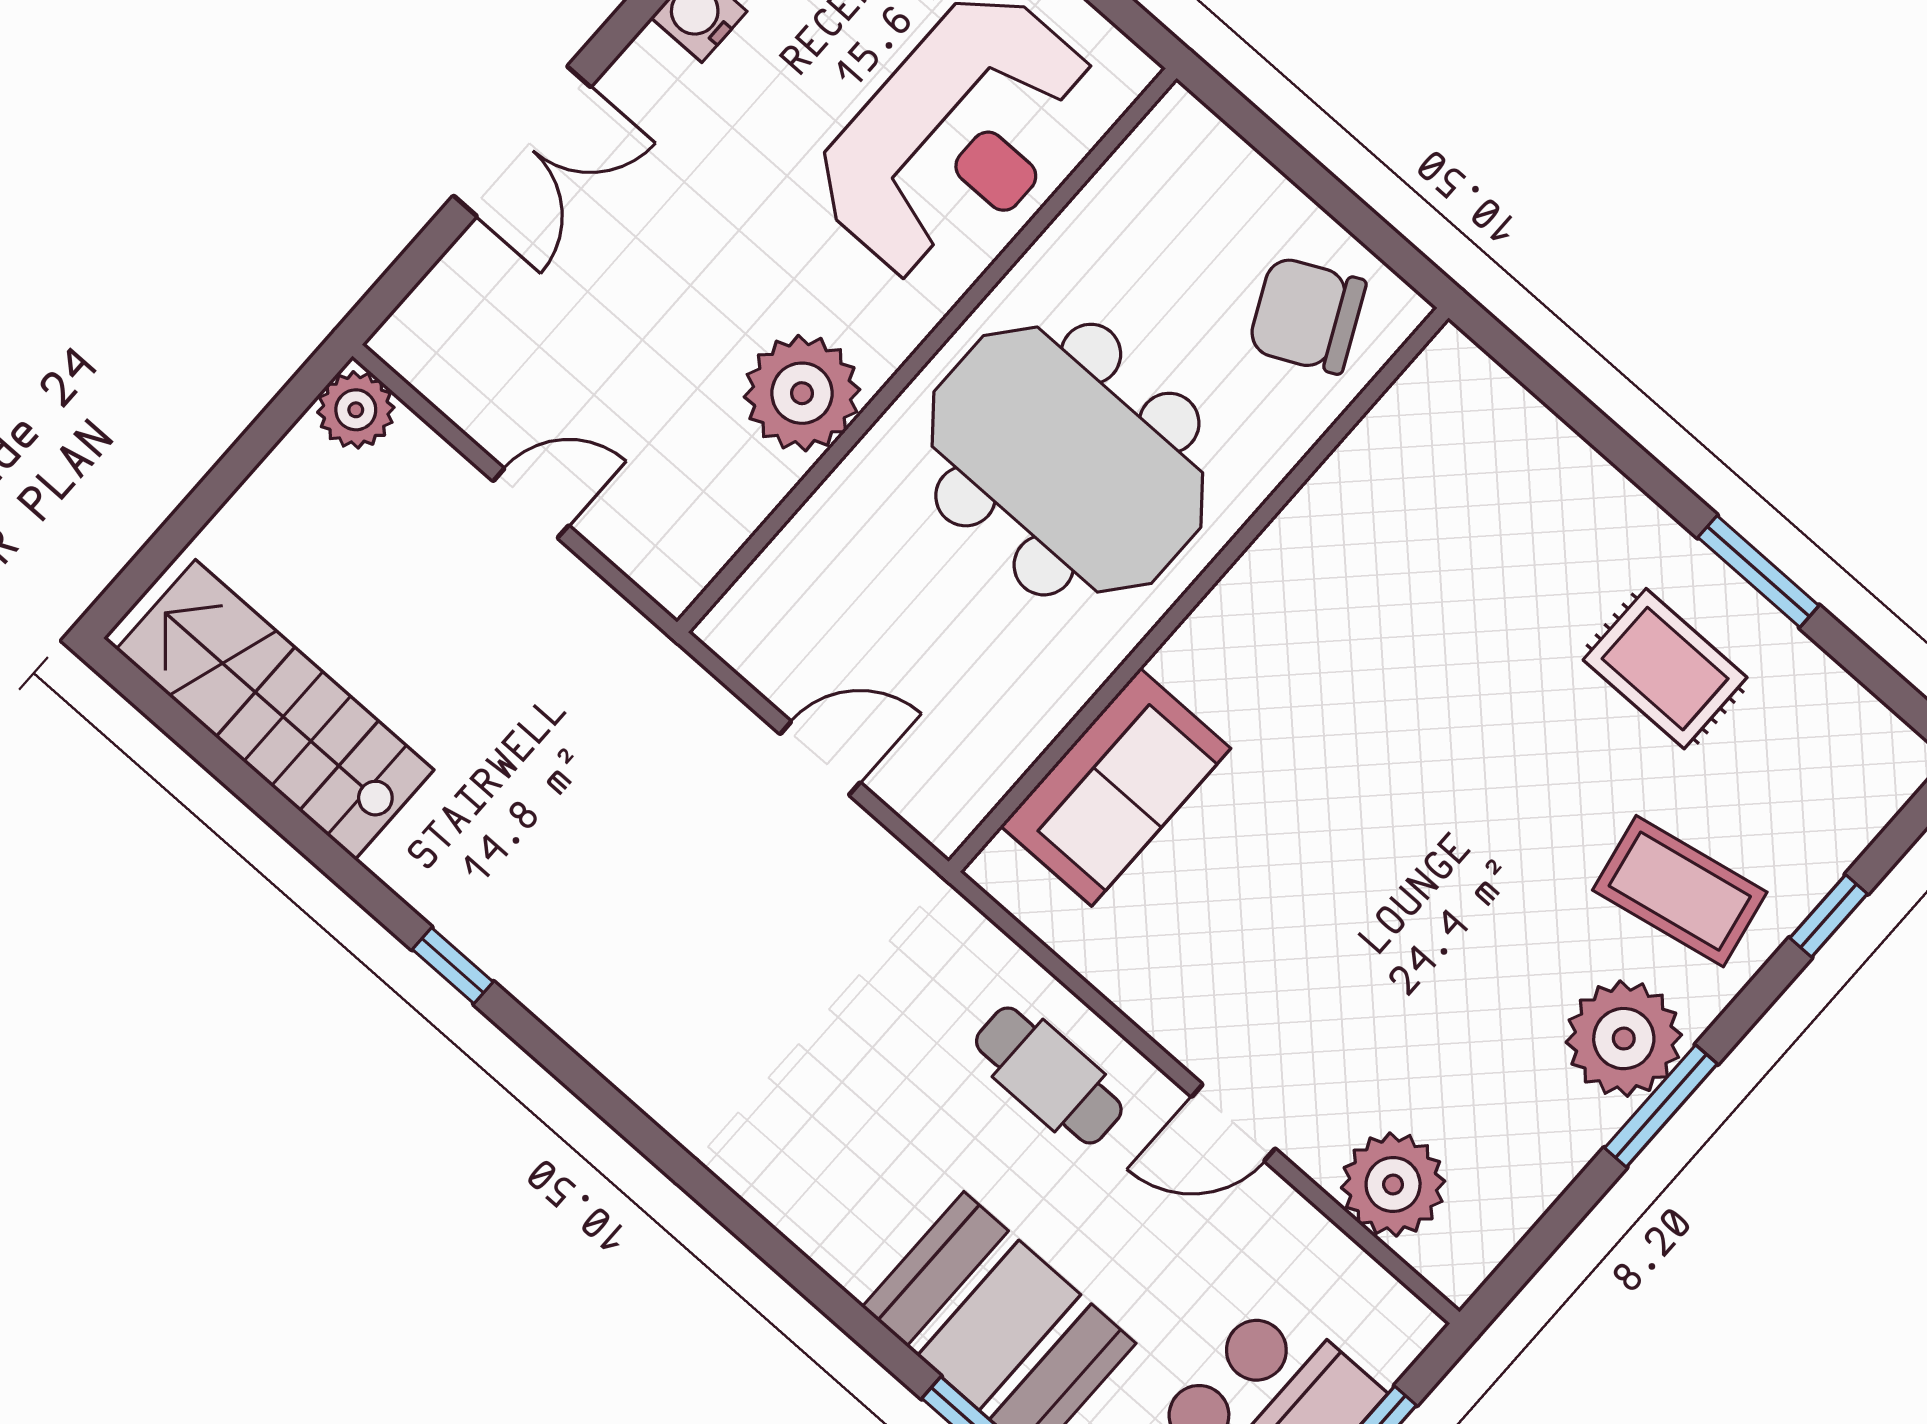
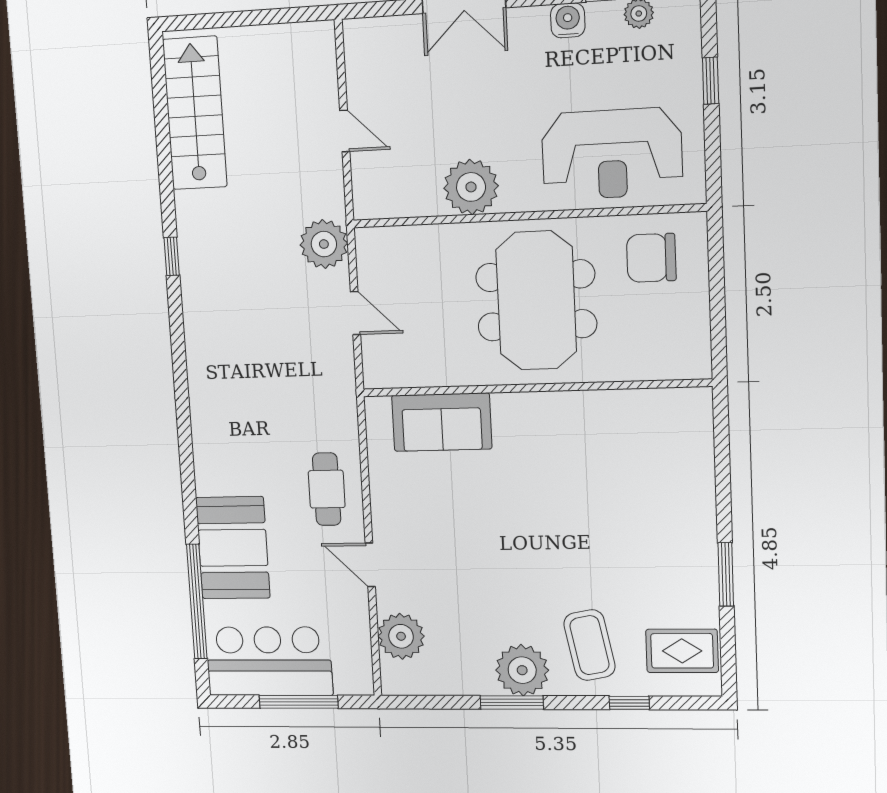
chair: (1307, 315) -> (651, 258), moved, turned -64
plant: (356, 410) -> (324, 244), moved, width x1.36, depth x1.36
rug: (1665, 669) -> (682, 651), moved, turned 90

